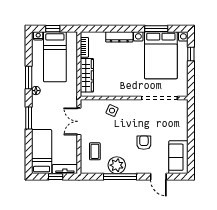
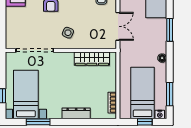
bed with nightstands: (161, 55) -> (26, 94), width x0.73
wardrobe: (87, 75) -> (92, 59), moved, turned -90
window: (29, 77) -> (170, 94), moved
side table: (112, 111) -> (68, 33), moved

